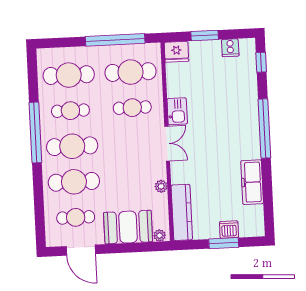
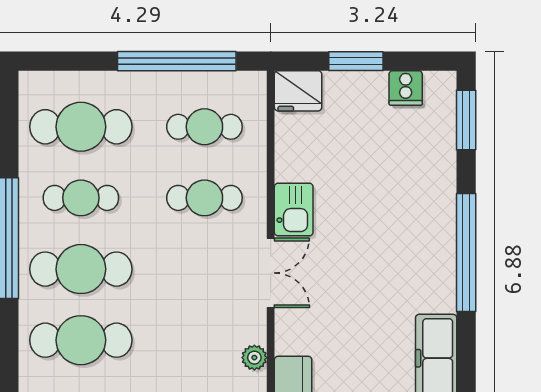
window: (261, 62) -> (466, 120), width x1.50
cafe table: (131, 72) -> (204, 127), width x0.73, depth x0.74

